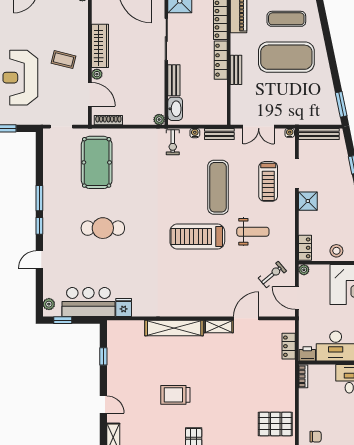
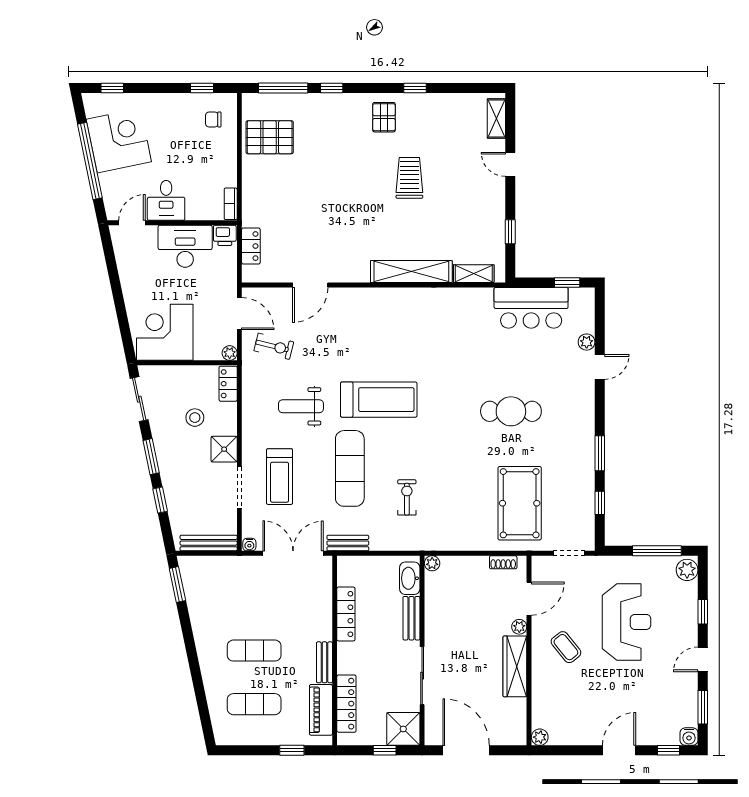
exercise mat: (286, 57) -> (254, 651), width x0.50, depth x0.69
coffee table: (64, 60) -> (566, 647), turned 37
locker: (221, 60) -> (346, 614), moved
bench: (236, 70) -> (324, 662), moved
door: (90, 94) -> (529, 599), swing flipped
shoe rack: (108, 120) -> (503, 562), width x0.70
double door: (259, 127) -> (293, 553), width x1.37
water cooler: (195, 133) -> (382, 544), removed
exercise bike: (173, 142) -> (407, 497), moved
treadmill: (268, 181) -> (280, 477), turned 180
window: (39, 226) -> (600, 503), moved
stool: (336, 251) -> (195, 418), moved
exercise bike: (272, 275) -> (274, 346), turned -126
plant: (49, 304) -> (587, 342), moved
fridge: (124, 308) -> (482, 300), removed
shelving: (219, 326) -> (474, 274), moved
trolley: (175, 395) -> (409, 178), turned -90

